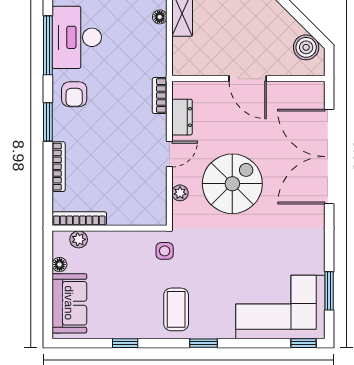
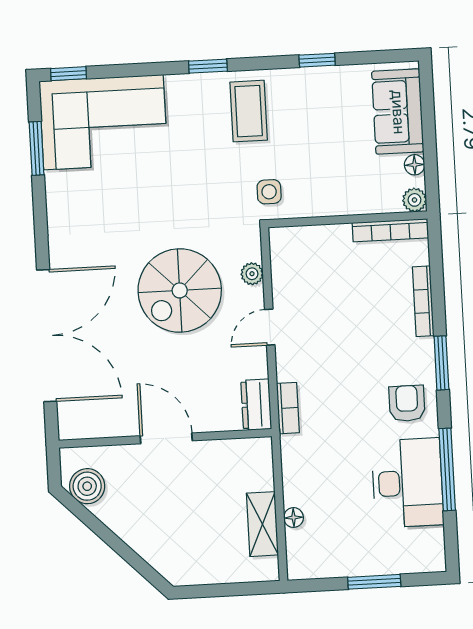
dresser: (182, 117) -> (256, 405), moved
plant: (79, 239) -> (414, 200), moved

